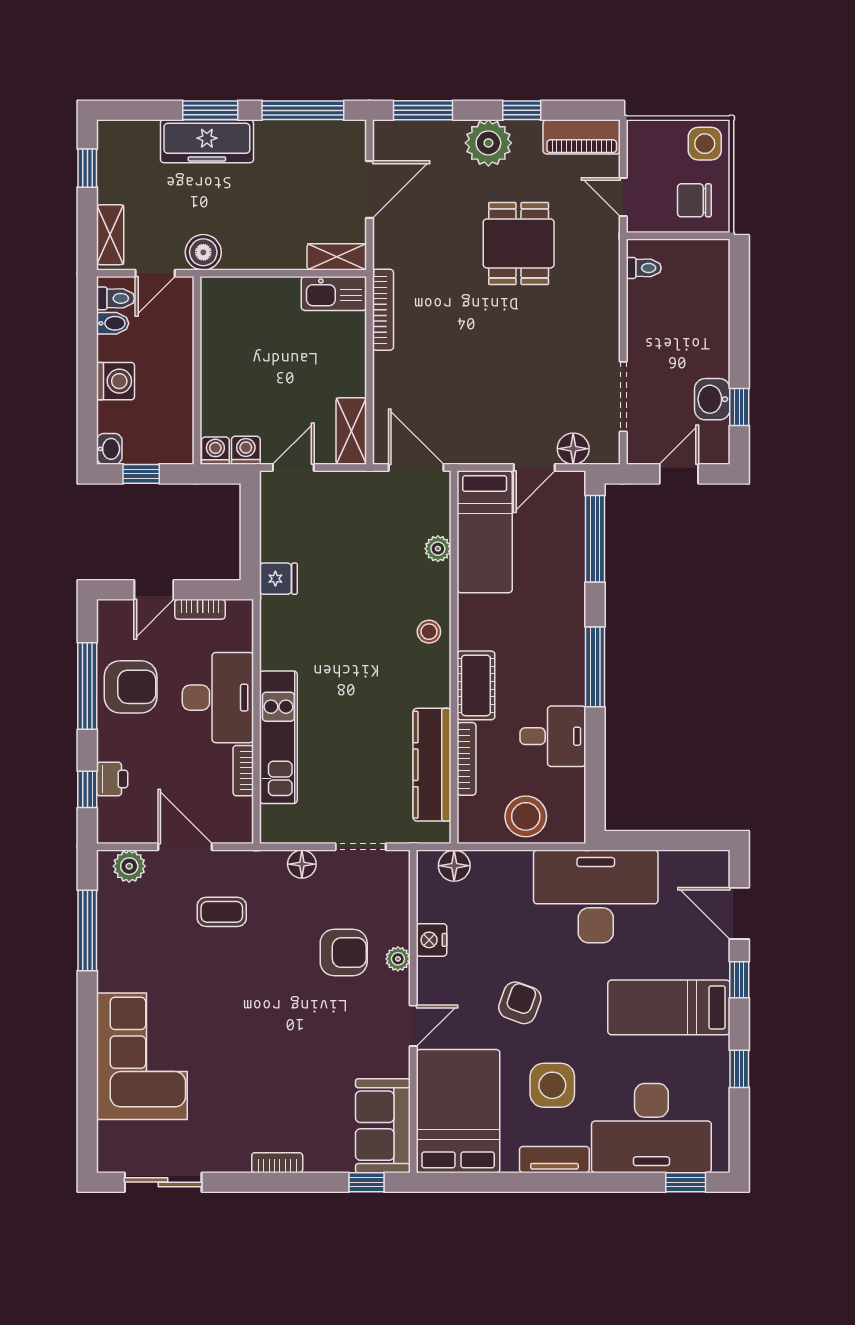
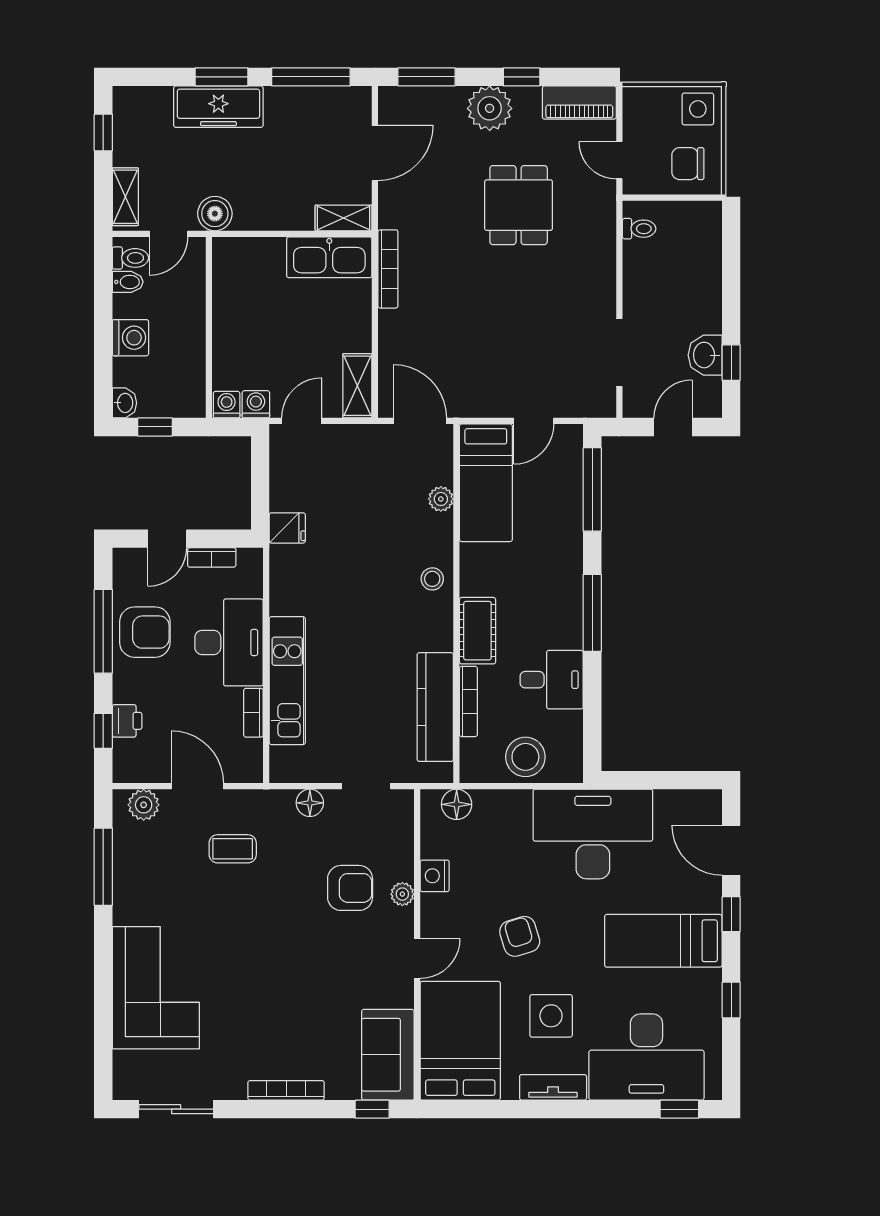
kitchen sink: (334, 294) -> (329, 257), width x1.36, depth x1.24
floor lamp: (573, 449) -> (571, 403), removed
armchair: (520, 1003) -> (520, 936), turned -37
bookcase: (277, 1163) -> (286, 1090), width x1.56

